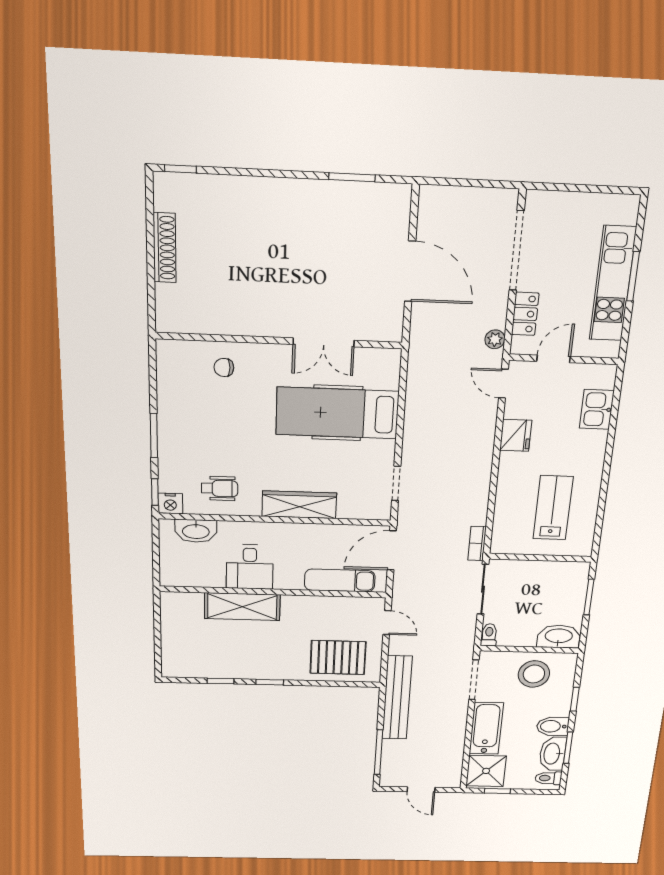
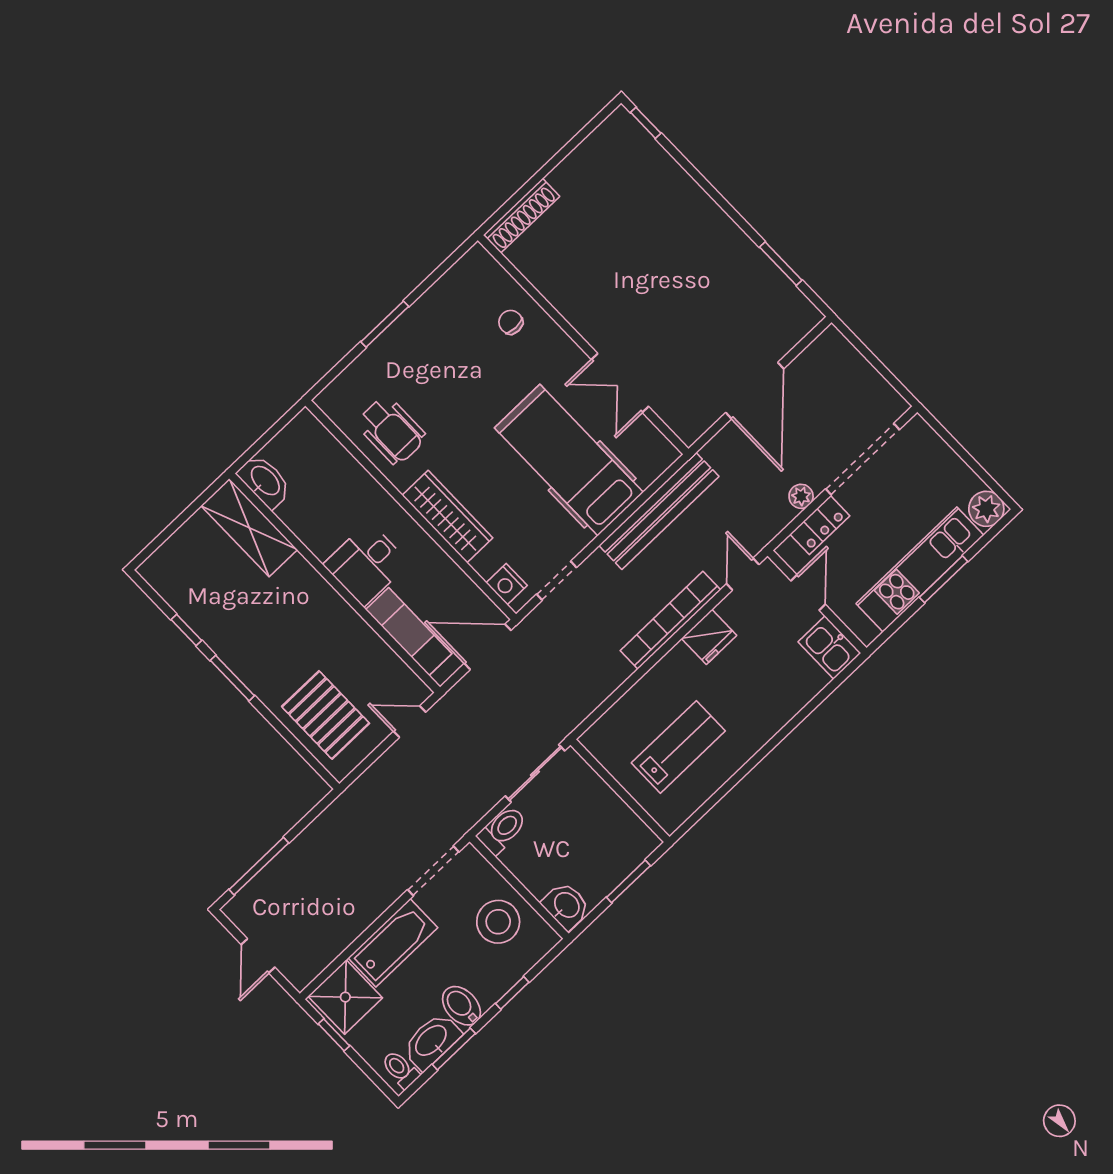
plant: (624, 209) -> (986, 509), added
shoe rack: (165, 248) -> (522, 216), moved
plant: (495, 339) -> (801, 496), moved
door: (554, 359) -> (808, 593), hinge flipped
kitchen sink: (597, 409) -> (830, 647), moved, turned -90
wheelchair: (220, 488) -> (391, 430), width x1.36, depth x1.37
window: (155, 492) -> (329, 377), removed
nightstand: (170, 503) -> (507, 584), moved
washbasin: (196, 531) -> (265, 481), moved, turned 180
bookcase: (477, 543) -> (670, 620), moved, width x2.31, depth x1.31
desk: (250, 567) -> (366, 564), moved
shelving: (242, 607) -> (249, 528), moved
door: (387, 623) -> (410, 722), swing flipped
toilet: (489, 635) -> (502, 830), width x1.37, depth x1.39
washbasin: (559, 637) -> (566, 906), width x0.72
window: (270, 682) -> (232, 678), width x1.50
bench: (397, 698) -> (659, 511), moved

